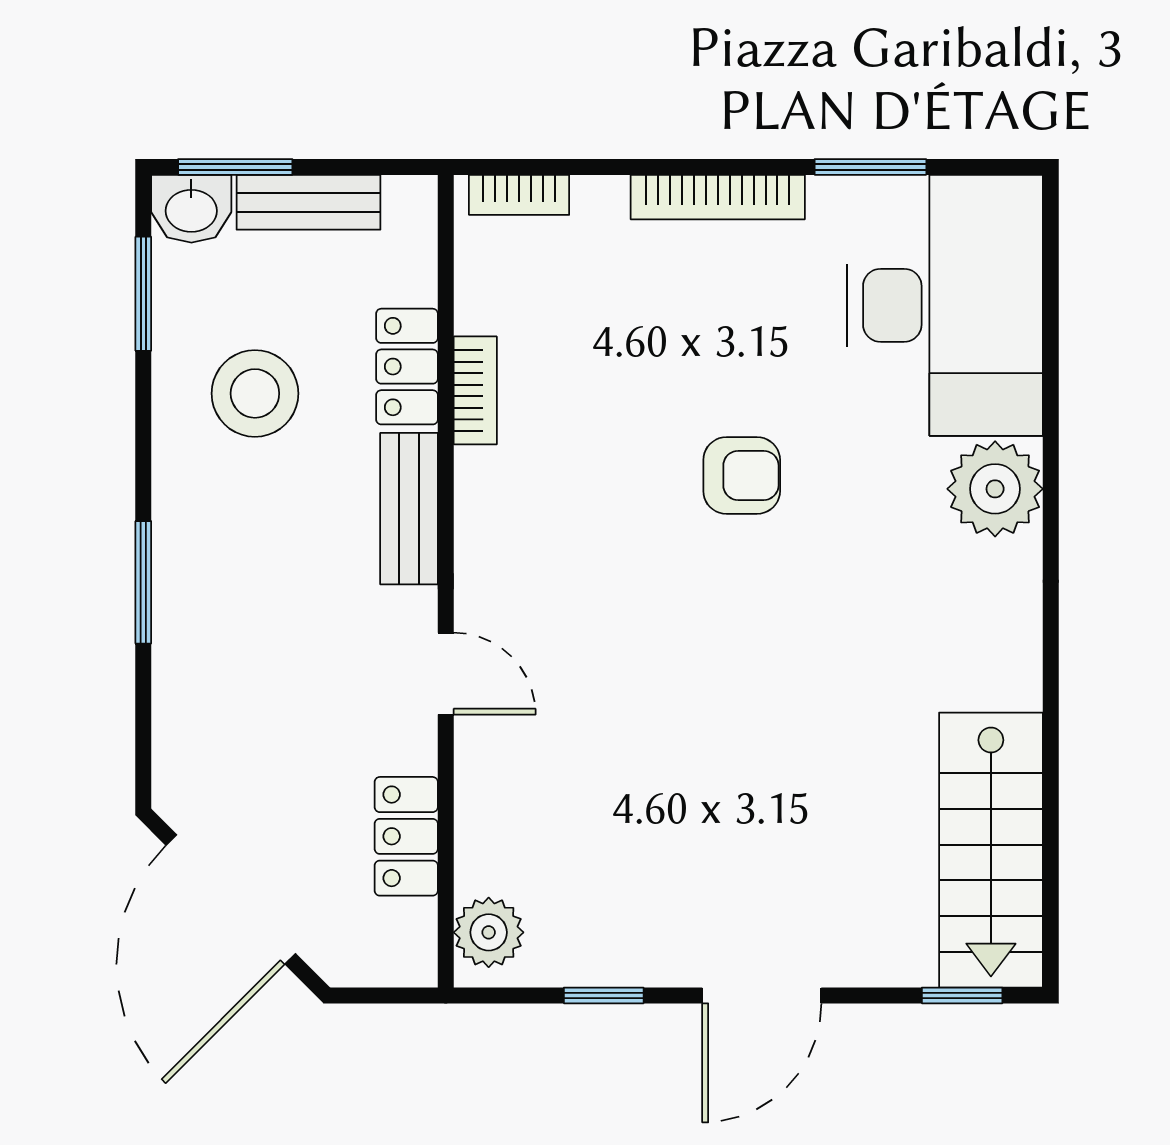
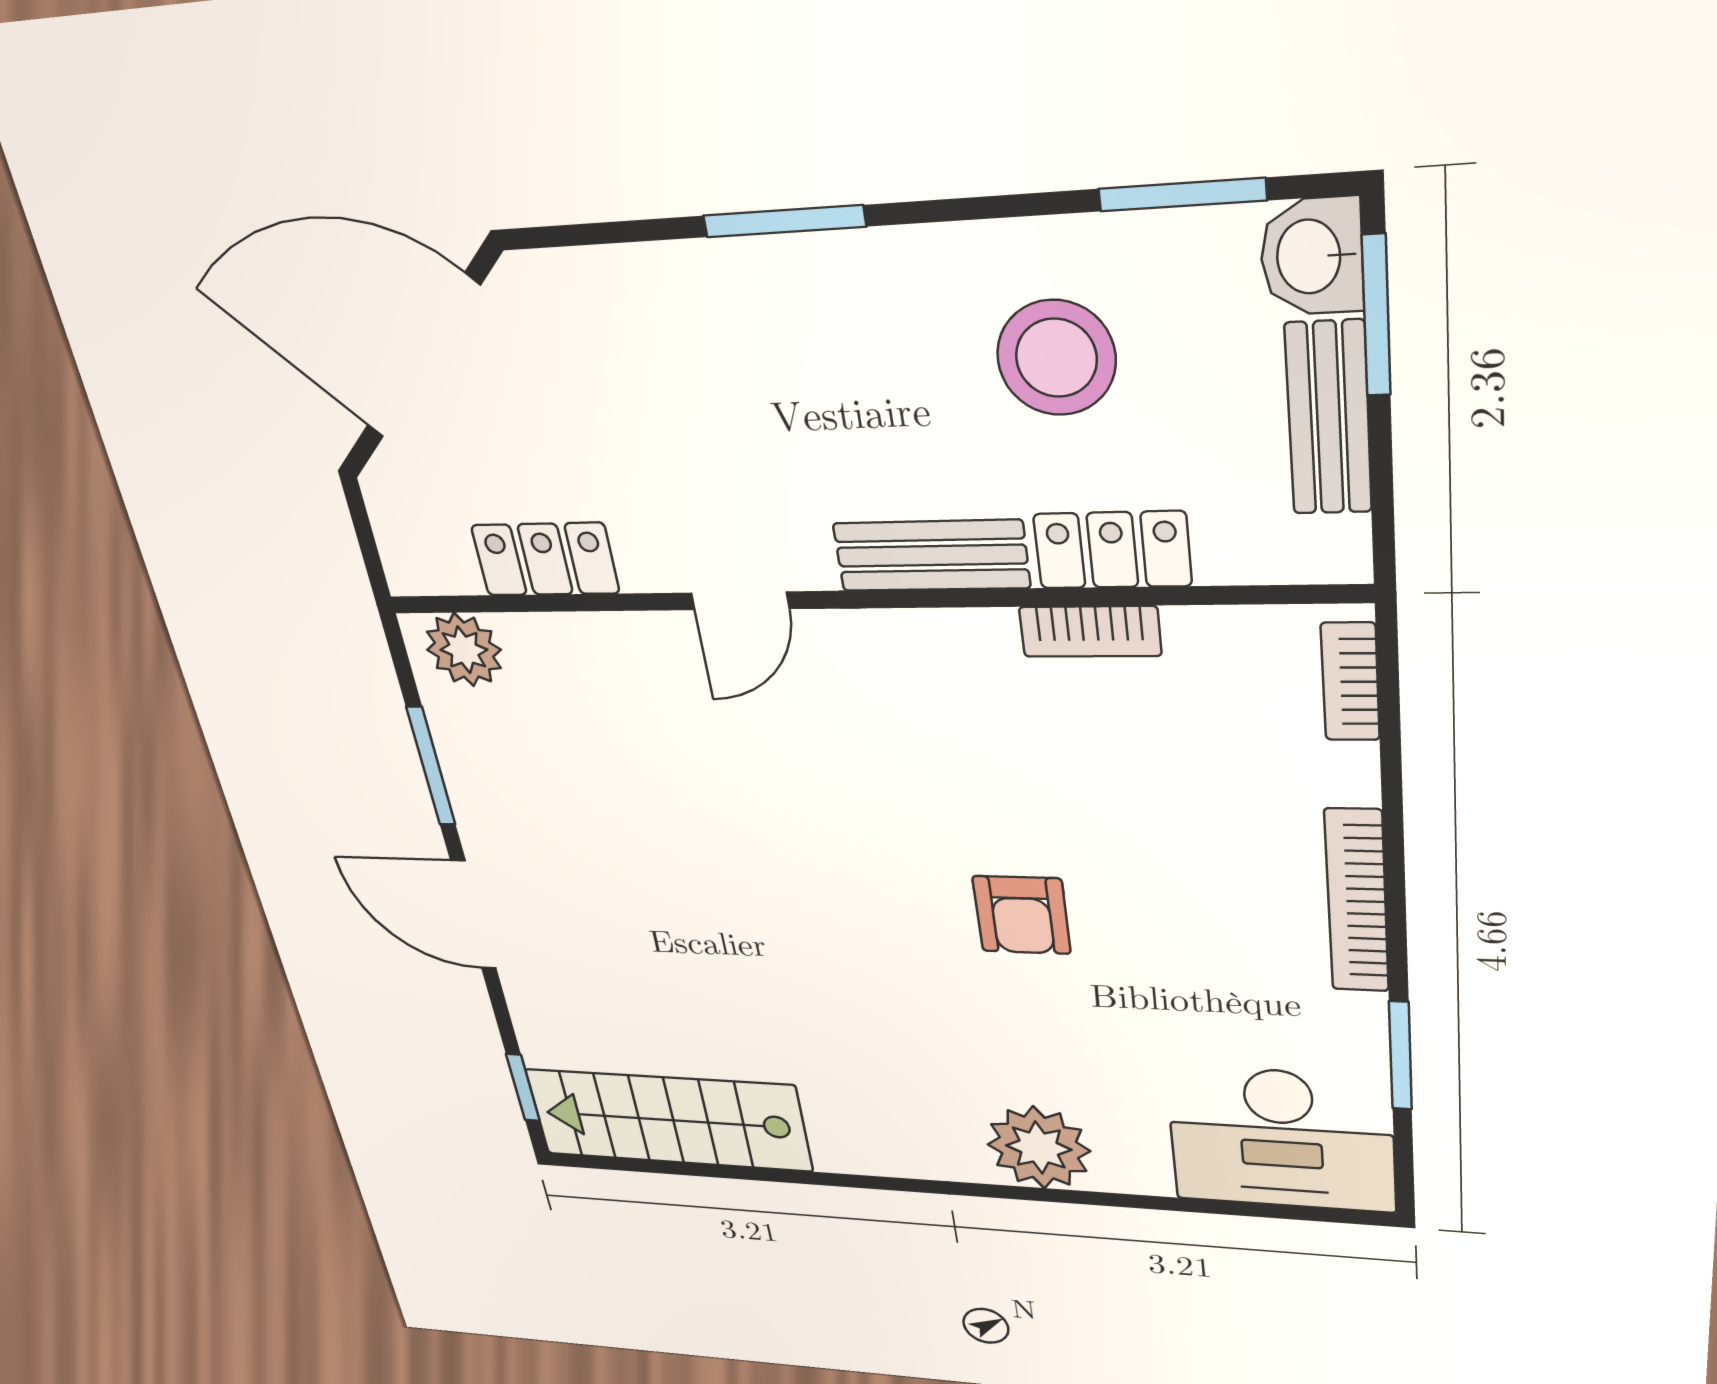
desk: (945, 305) -> (1281, 1139), width x0.73, depth x0.77
window: (604, 995) -> (431, 766), width x1.50

